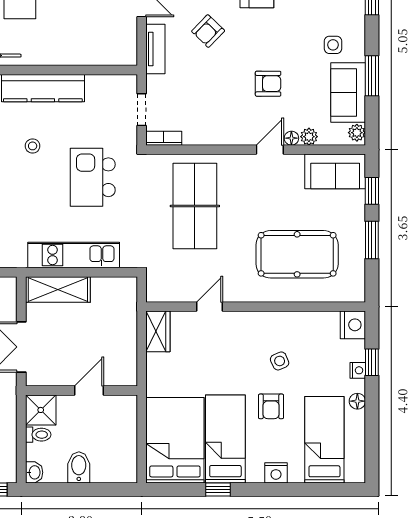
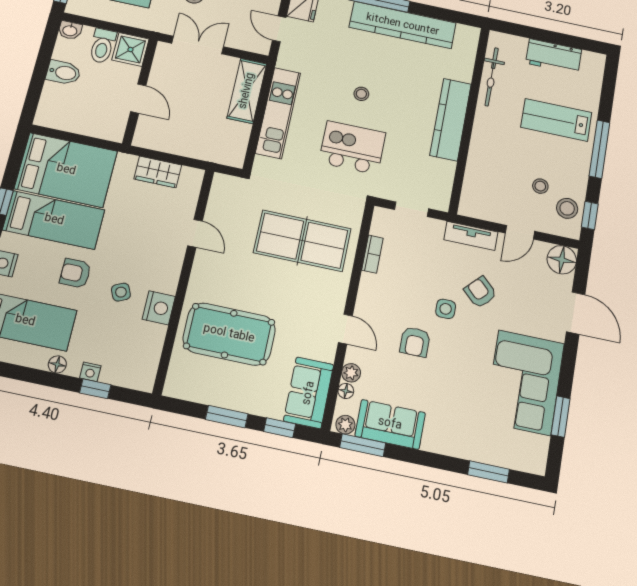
side table: (333, 45) -> (446, 309), moved
window: (372, 76) -> (363, 445), moved
bookcase: (164, 138) -> (372, 254), moved
floor lamp: (291, 138) -> (346, 391), moved
stool: (33, 146) -> (361, 94), moved
pool table: (297, 254) -> (229, 334), turned 90
nightstand: (353, 325) -> (159, 308), moved, turned -90
wardrobe: (158, 331) -> (158, 172), moved
toilet: (38, 435) -> (102, 46), width x1.37, depth x1.39

